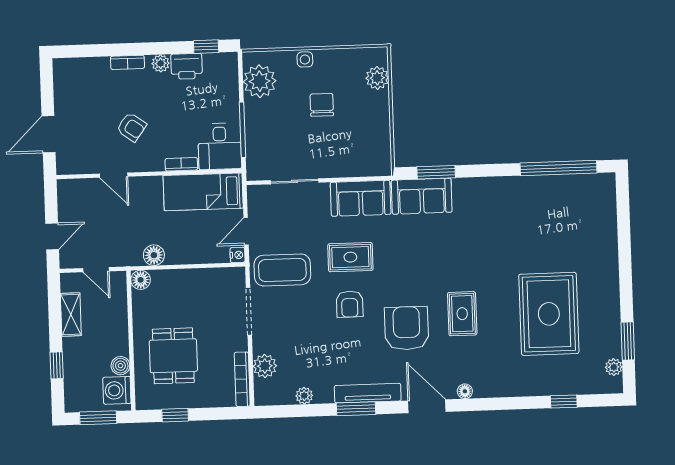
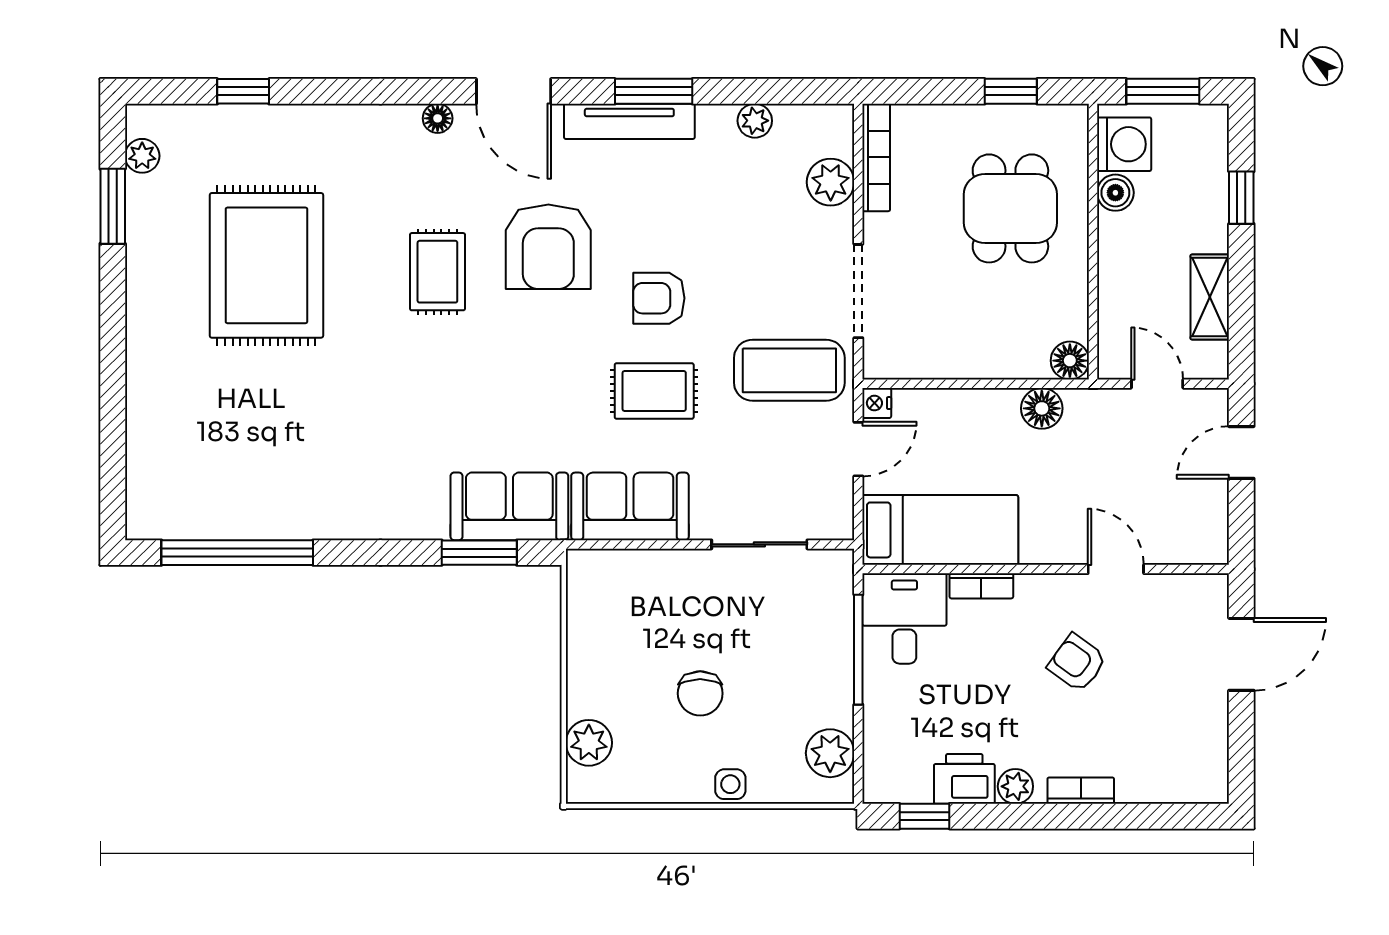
plant: (260, 81) -> (830, 753), width x0.73, depth x0.73
armchair: (350, 304) -> (659, 298), turned -90

